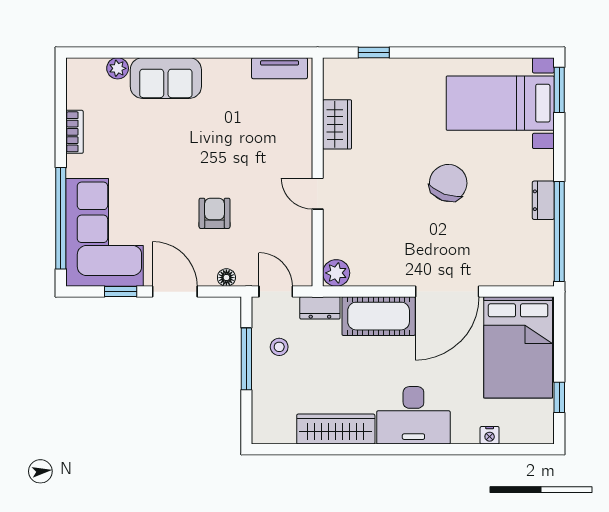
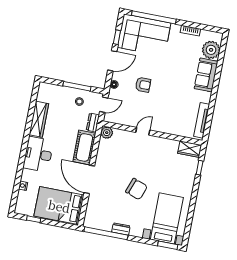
plant: (118, 68) -> (211, 50), width x1.87, depth x1.87
tv unit: (280, 68) -> (202, 120), width x1.41
wardrobe: (337, 124) -> (190, 149), moved

